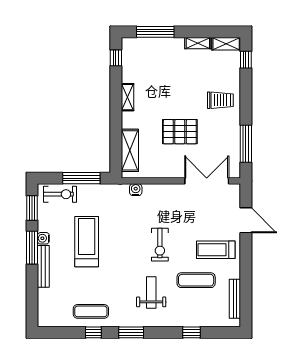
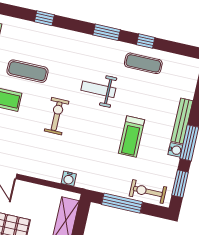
treadmill: (87, 242) -> (132, 136), width x0.73, depth x0.73
weight bench: (151, 292) -> (98, 89), moved, turned 90

